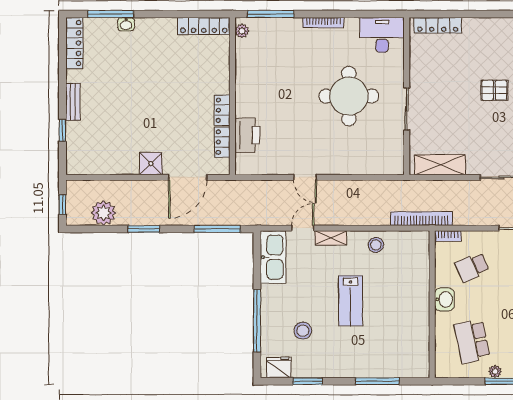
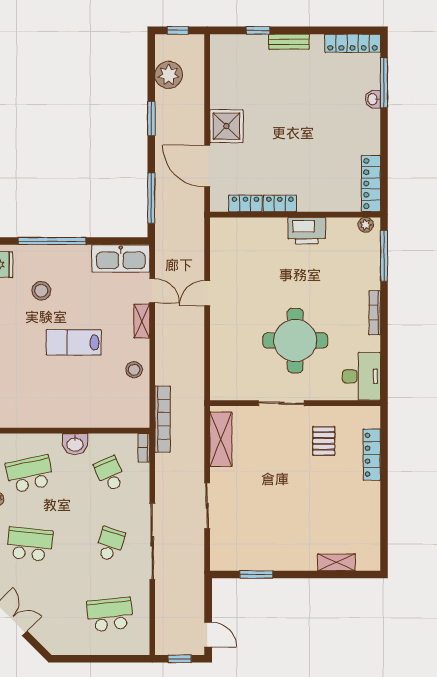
locker: (438, 25) -> (372, 455), moved
pallet: (494, 90) -> (324, 441), moved
printer: (247, 135) -> (307, 231), moved
shower: (151, 164) -> (227, 126), width x1.36, depth x1.36

